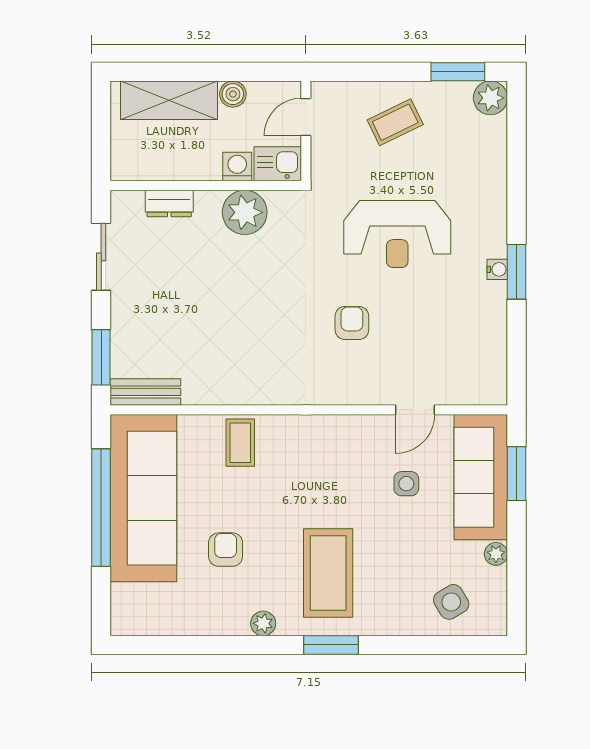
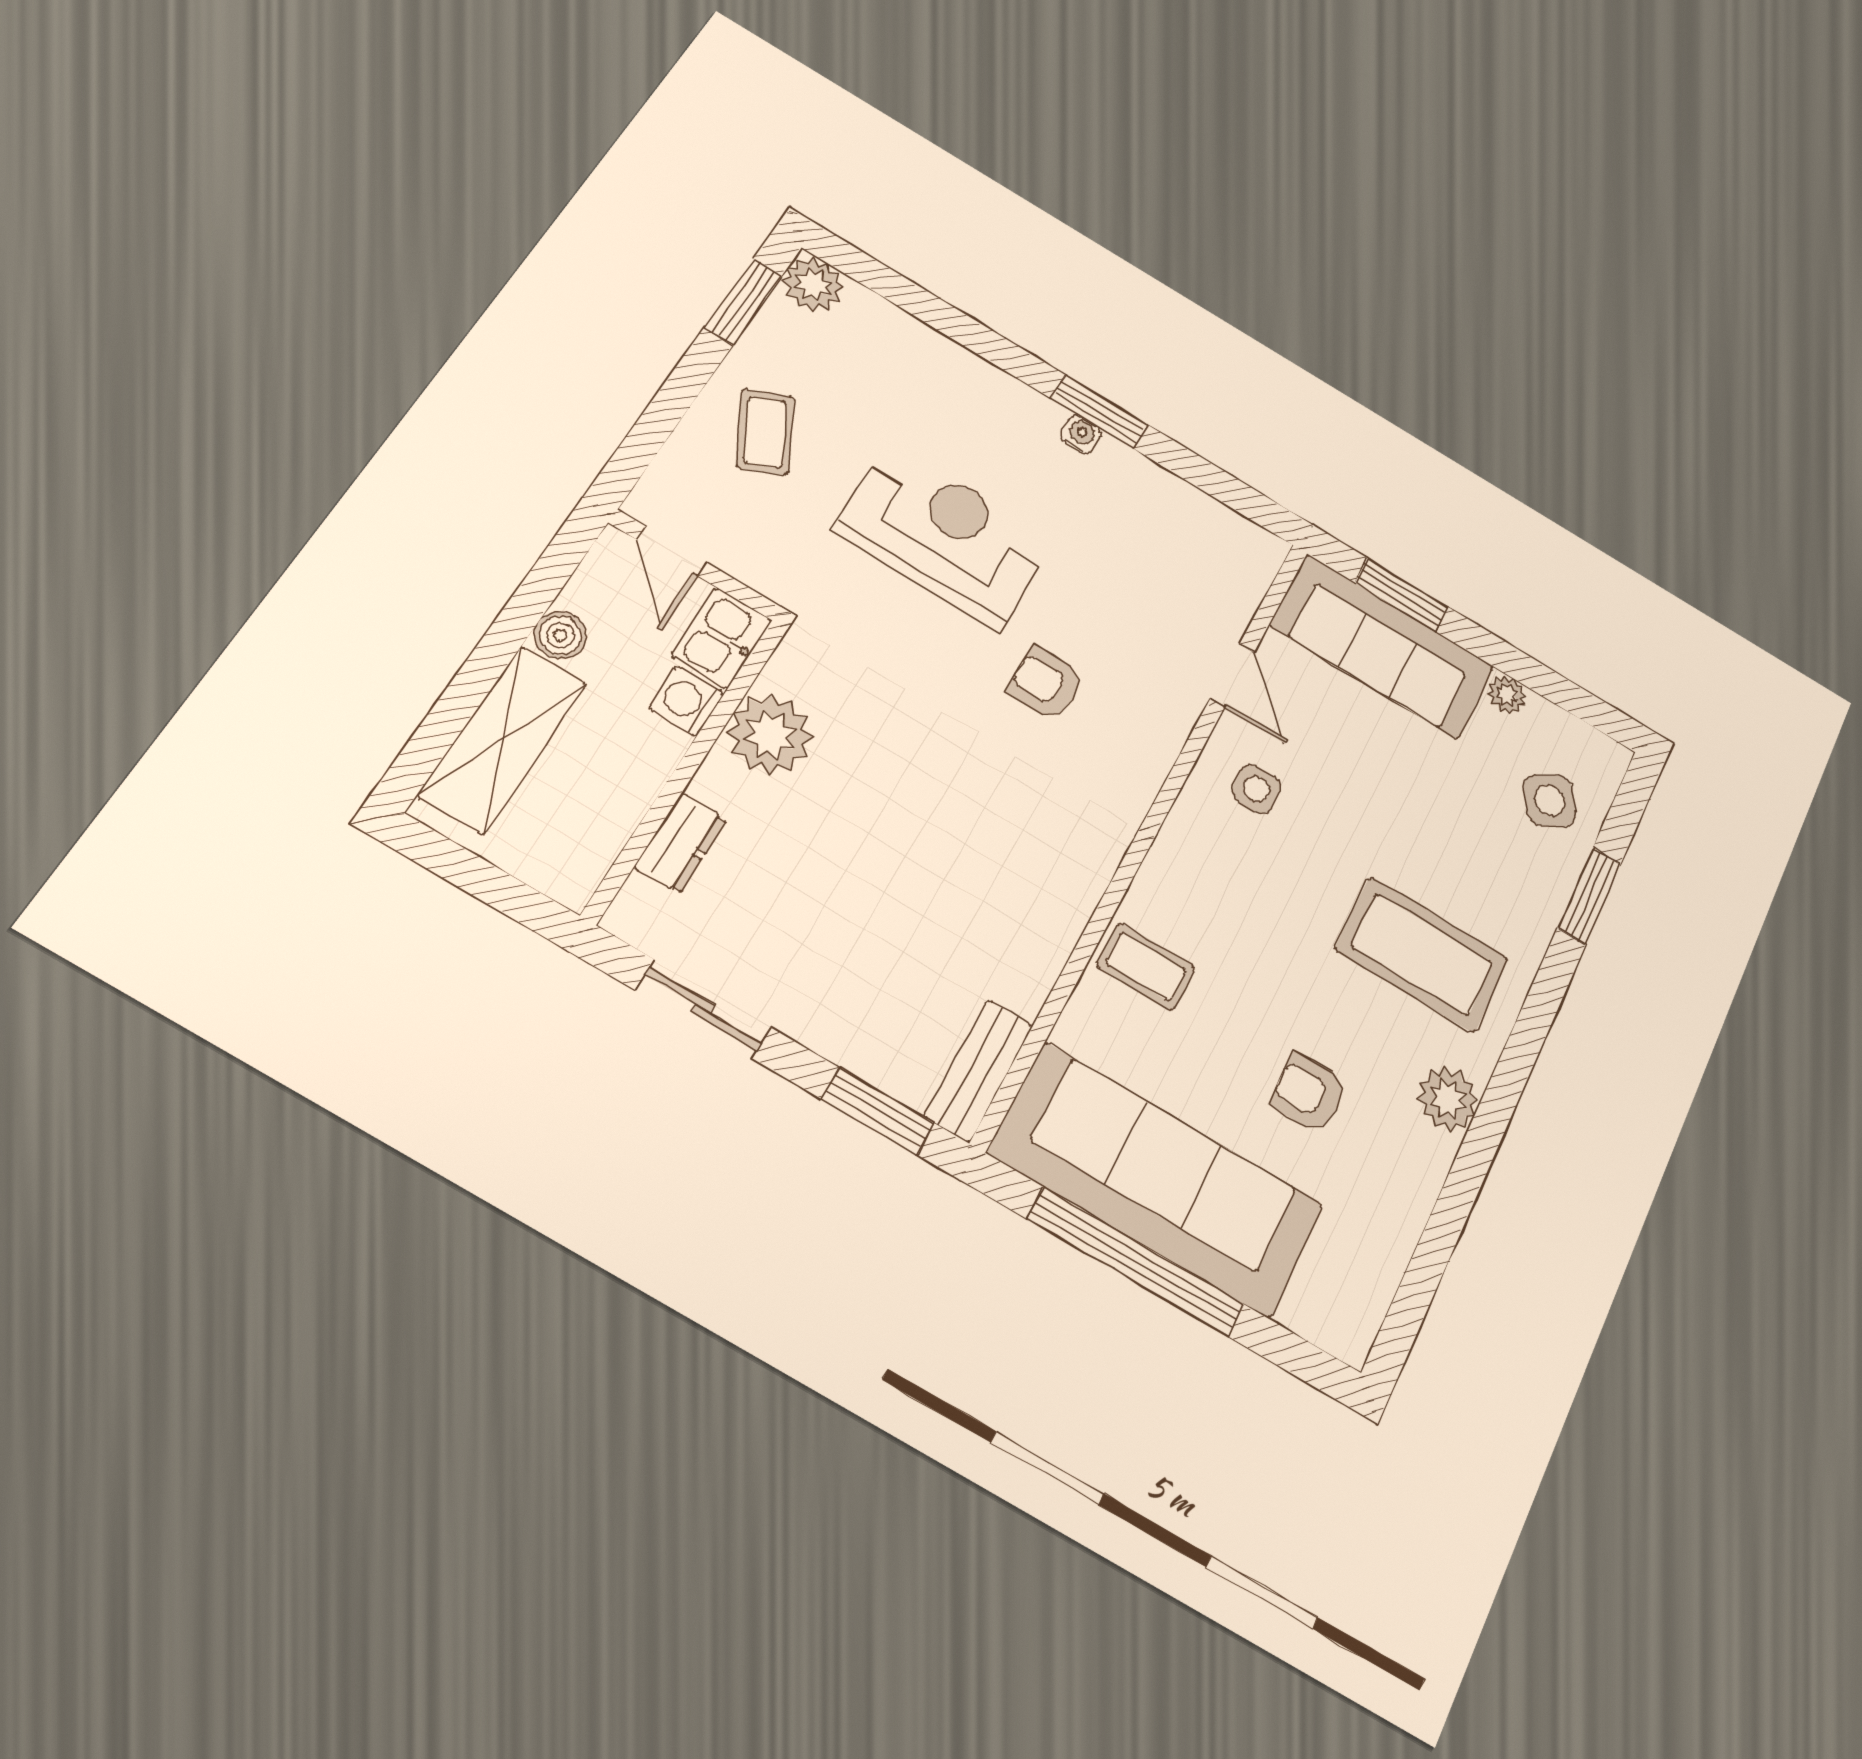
reception desk: (397, 234) -> (944, 535), turned -90
side table: (406, 484) -> (1256, 789), moved
plant: (263, 623) -> (1448, 1099), width x1.38, depth x1.38
window: (331, 645) -> (1589, 896), moved

